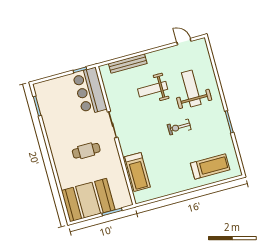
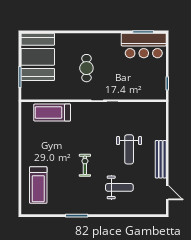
door: (184, 42) -> (167, 193), hinge flipped
bench: (128, 63) -> (161, 159), moved
weight bench: (191, 88) -> (119, 187), width x0.73, depth x0.75
weight bench: (153, 89) -> (129, 149), turned 180
bar counter: (90, 91) -> (144, 46), moved, turned 180

